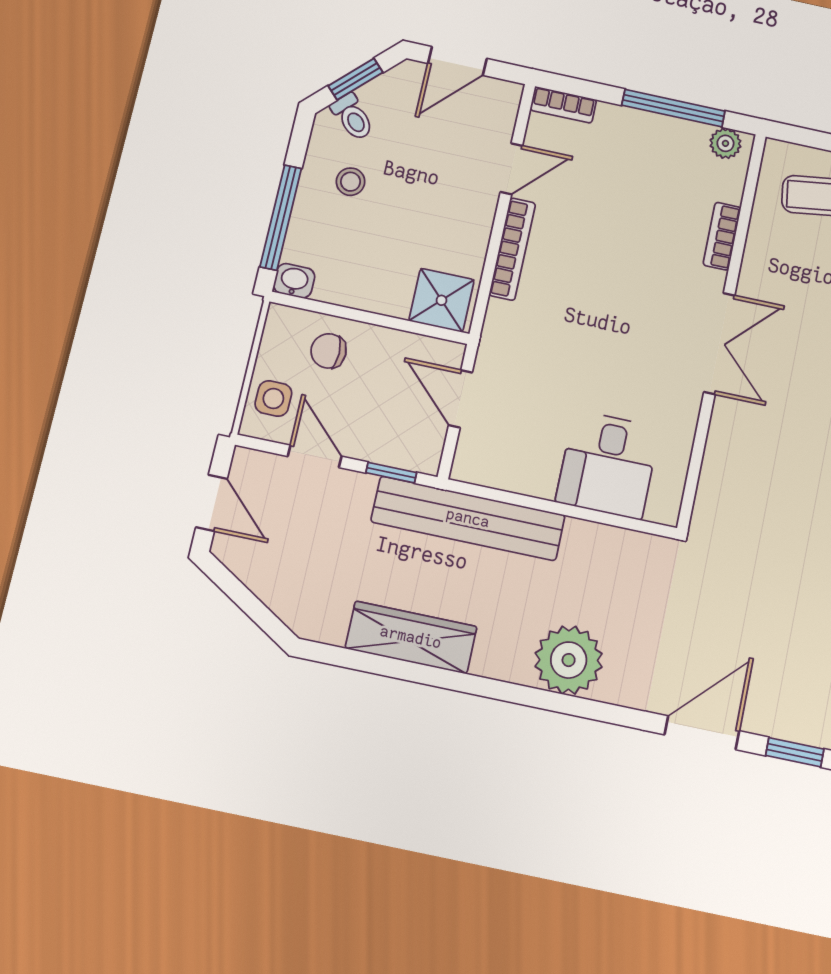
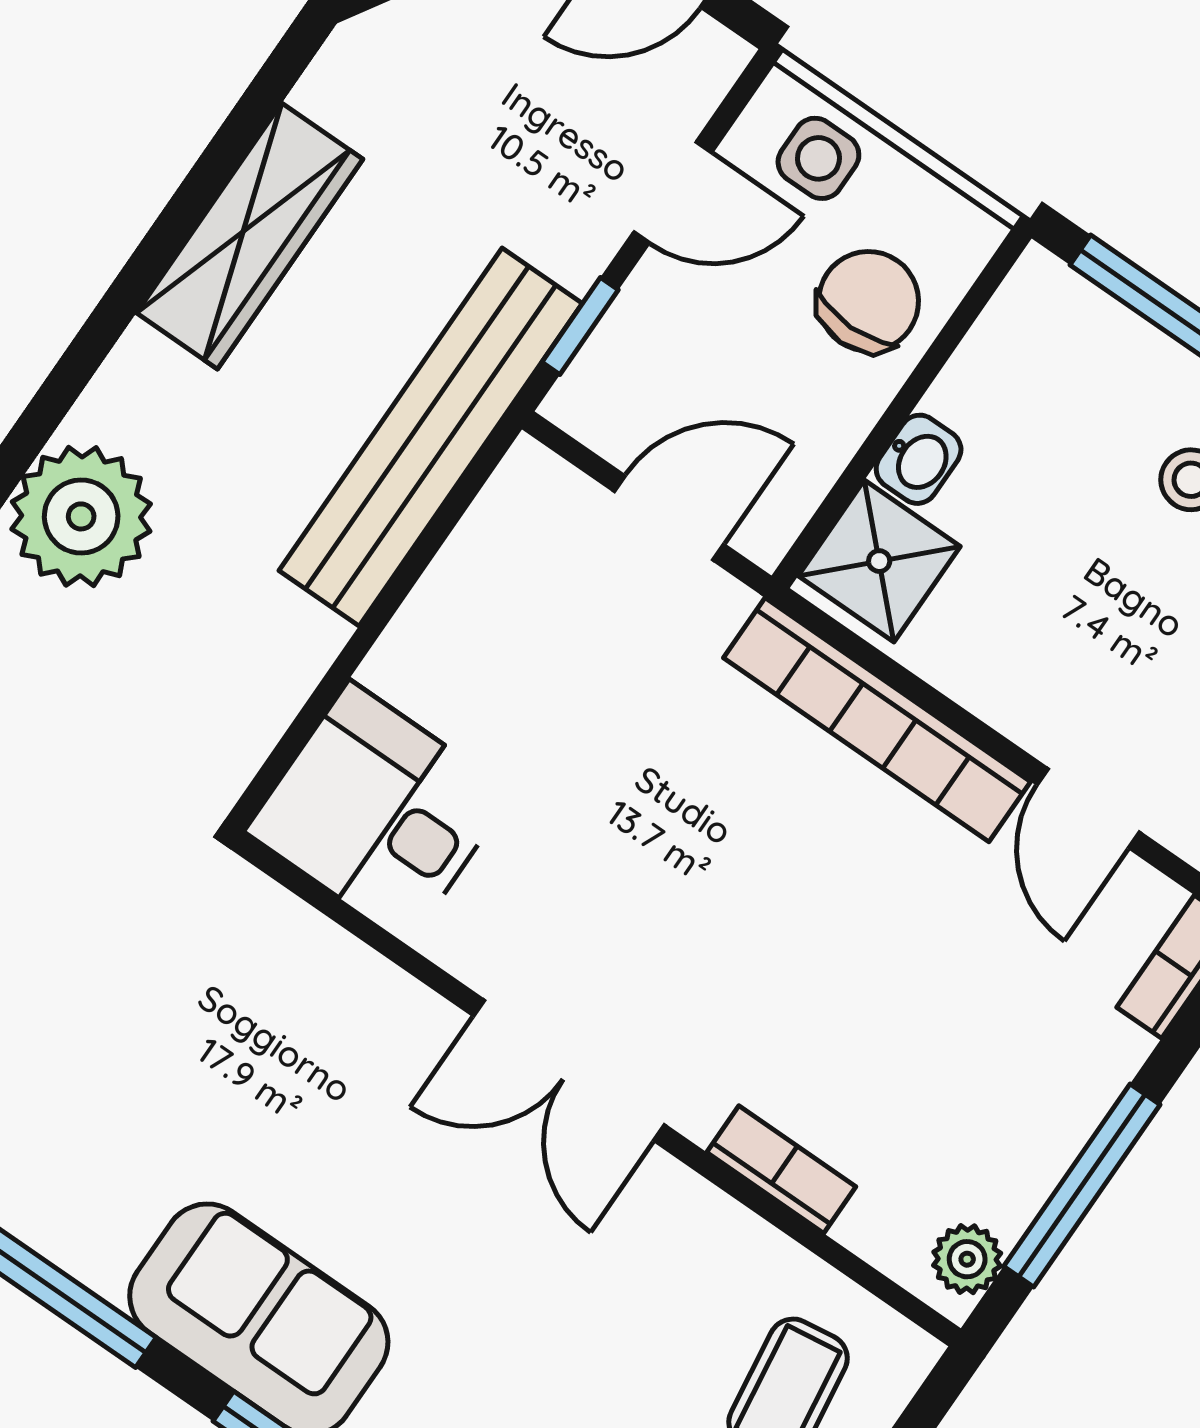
bookcase: (512, 249) -> (877, 720), width x1.48, depth x1.31
washbasin: (294, 281) -> (919, 459), moved
chair: (329, 351) -> (869, 301), width x1.37, depth x1.37
desk: (608, 465) -> (379, 812), moved

